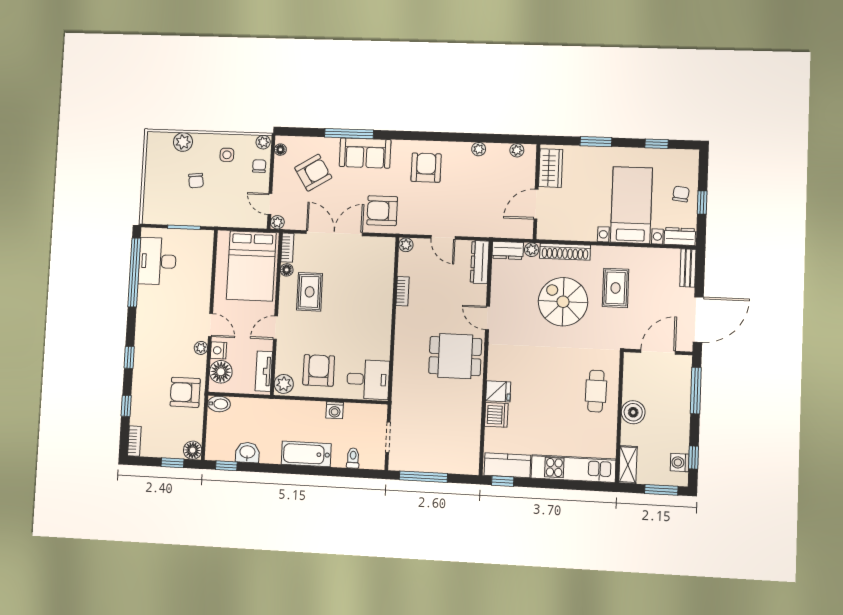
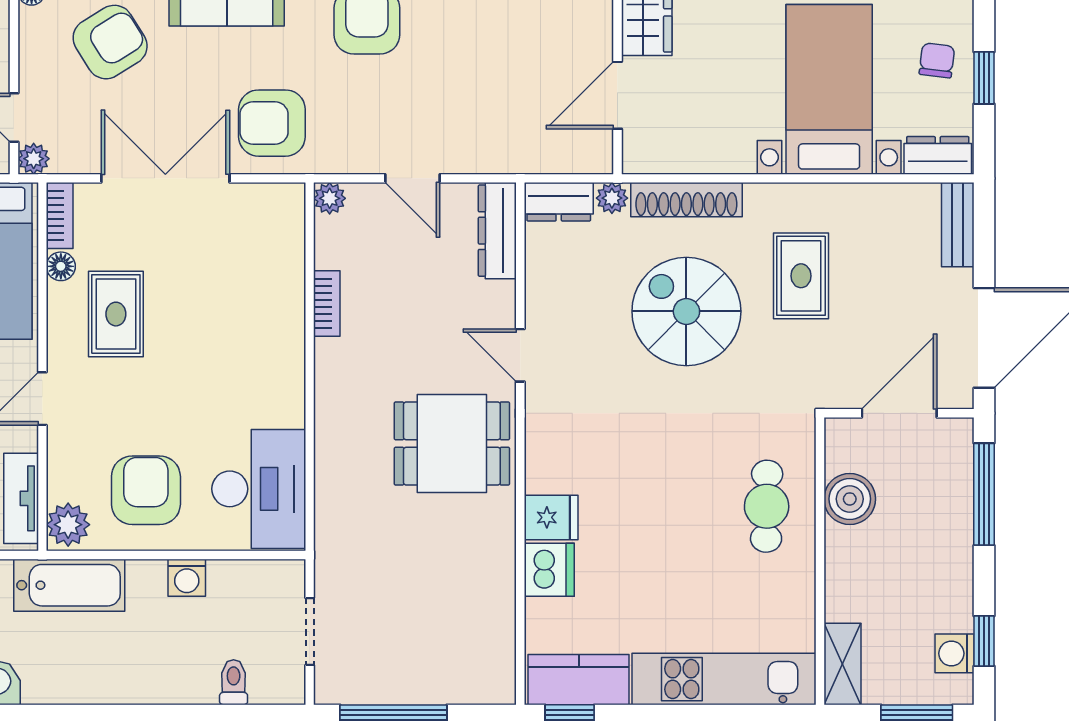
desk: (368, 379) -> (259, 489), width x1.37
boiler: (633, 412) -> (850, 499), moved
bathtub: (306, 454) -> (69, 585), moved, turned 180

